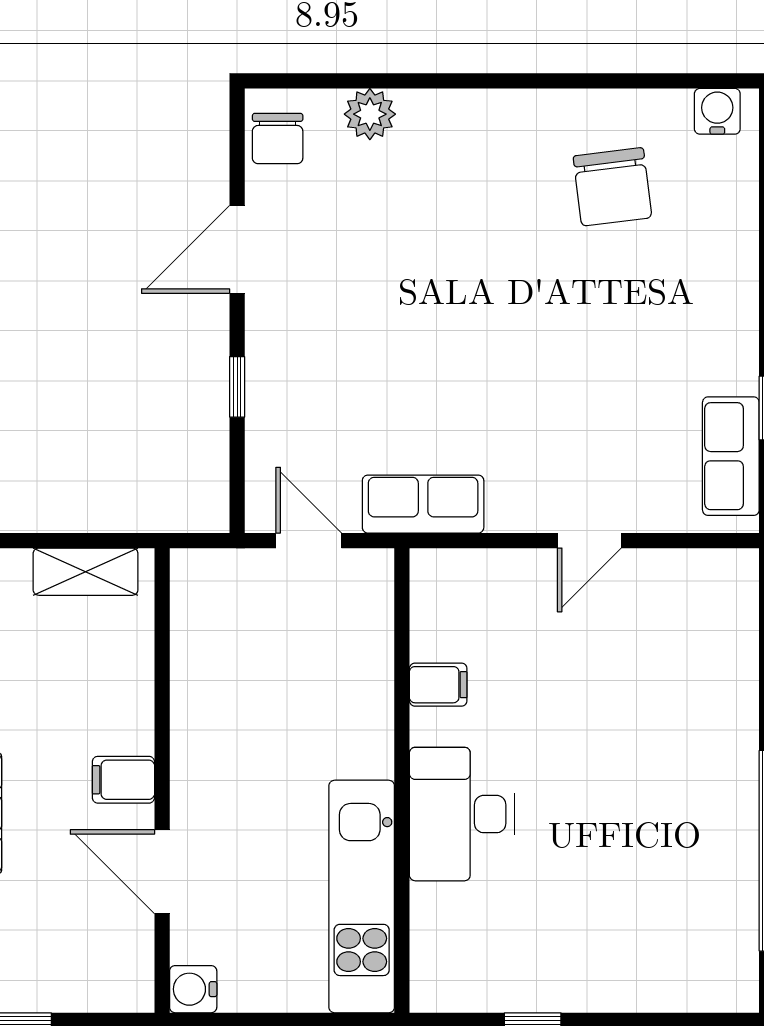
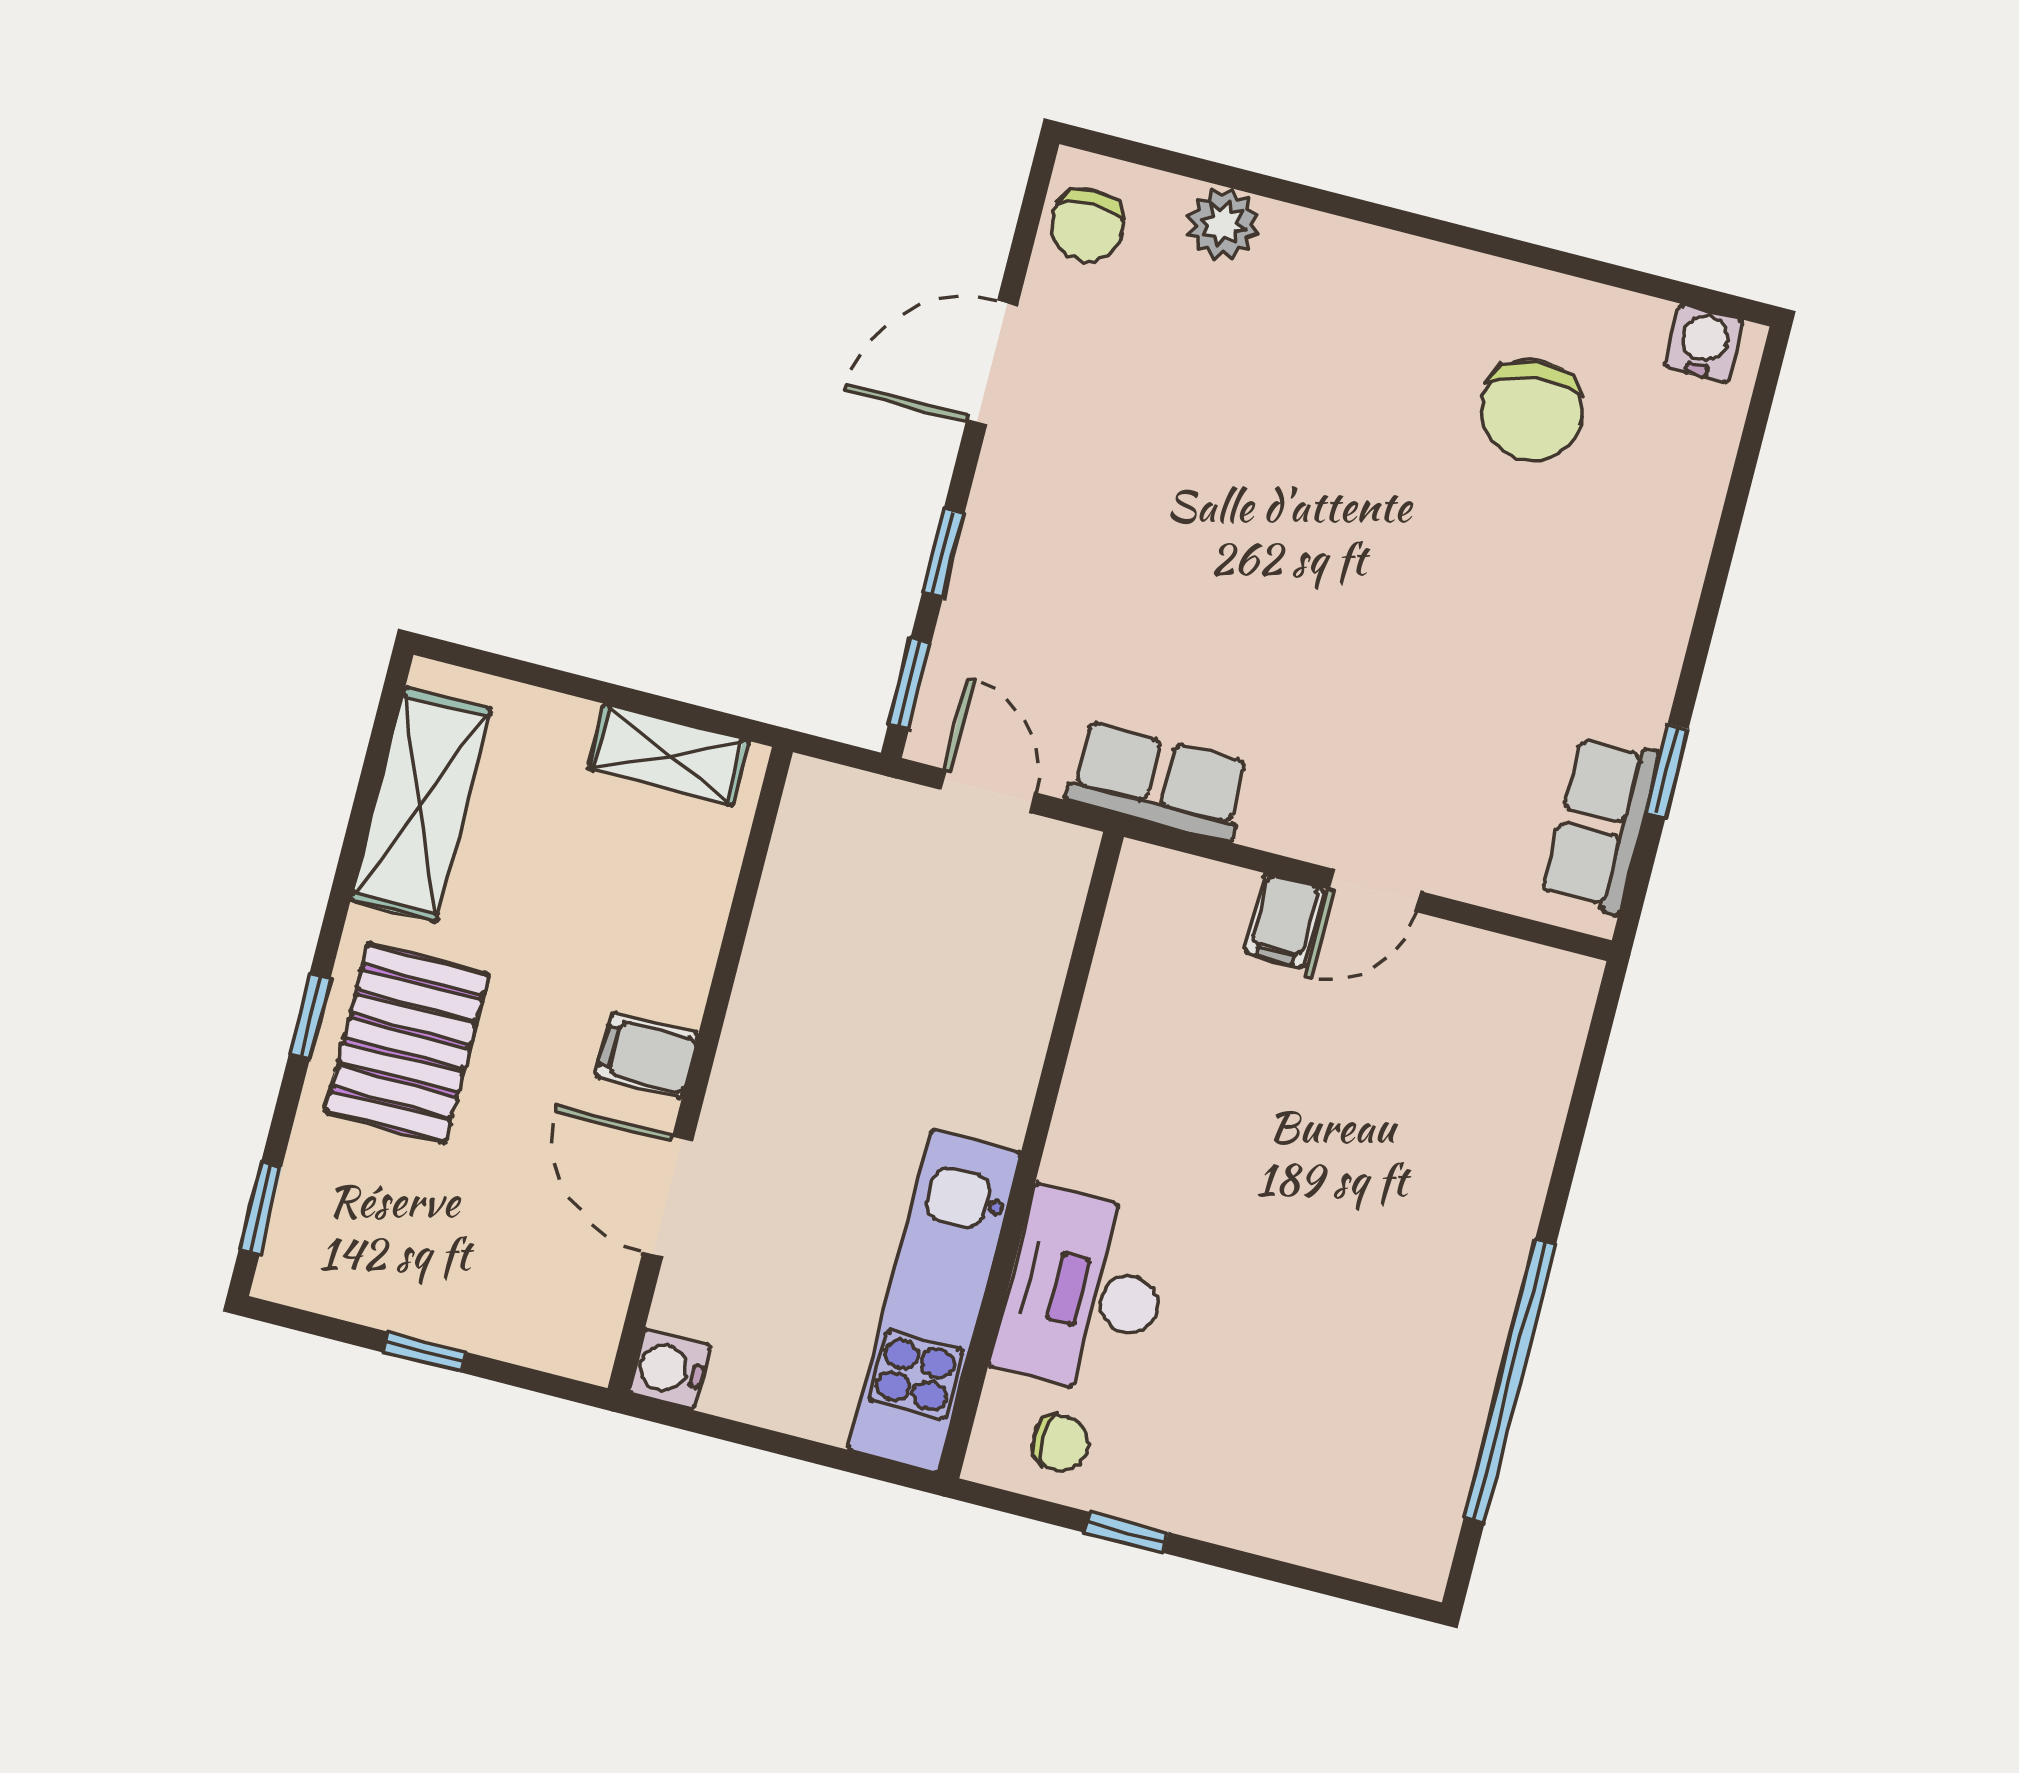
window: (237, 481) -> (910, 684), added
filing cabinet: (438, 685) -> (1284, 921), moved, turned 90
desk: (462, 814) -> (1084, 1293), moved
chair: (472, 971) -> (1060, 1443), added

